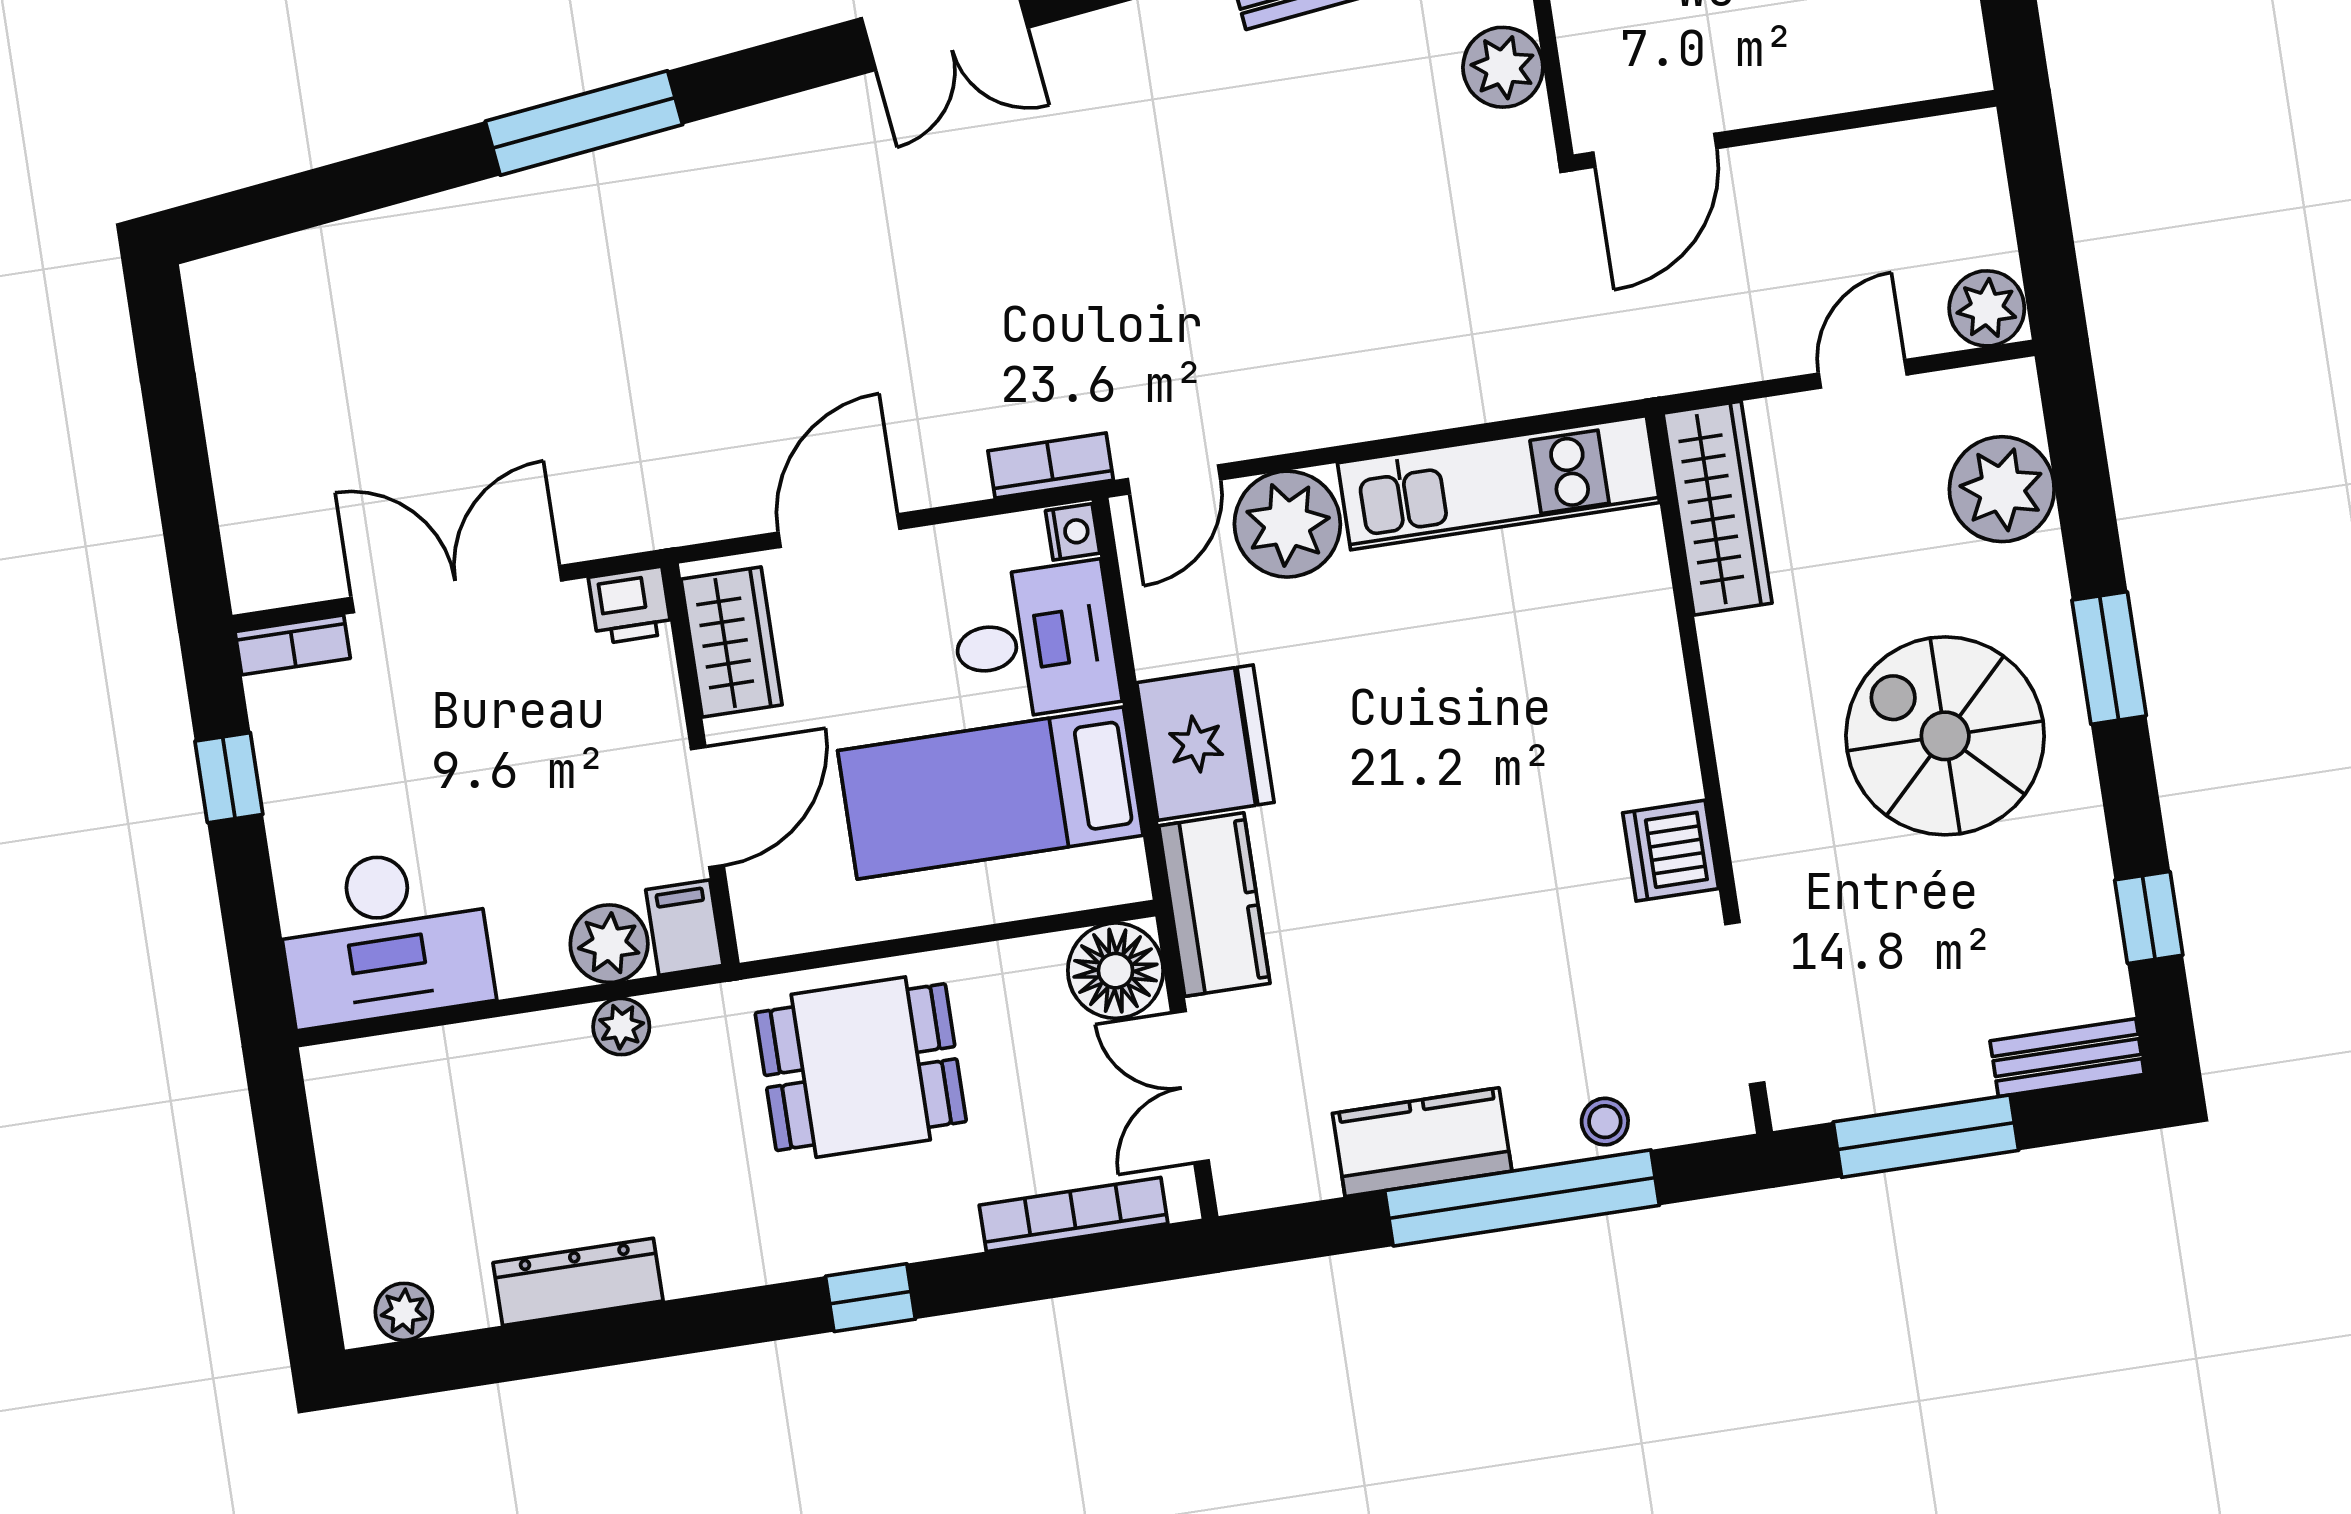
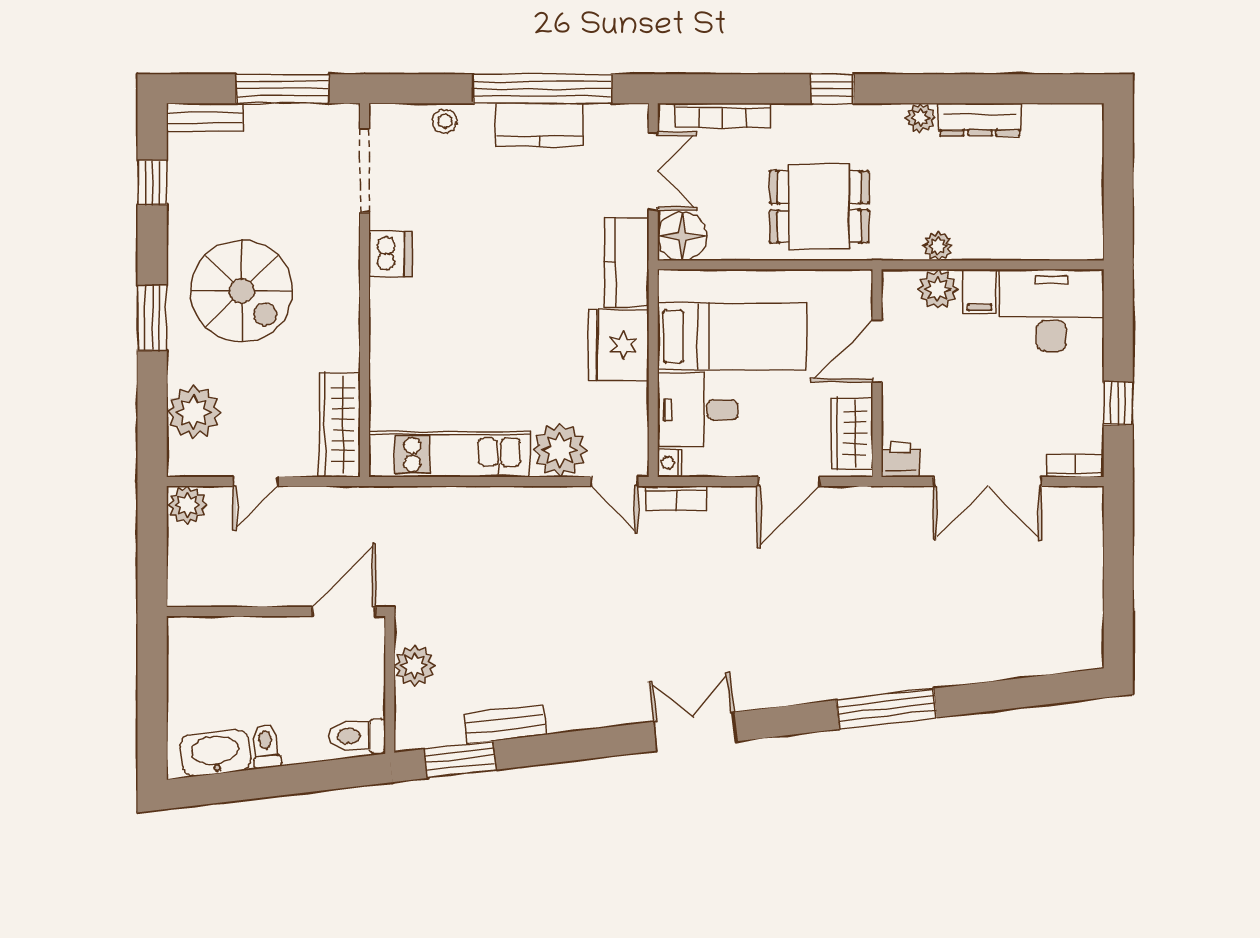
door: (1174, 479) -> (614, 481), swing flipped
filing cabinet: (684, 928) -> (980, 292), moved
window: (1522, 1198) -> (542, 89), moved
plant: (404, 1312) -> (920, 118), moved

